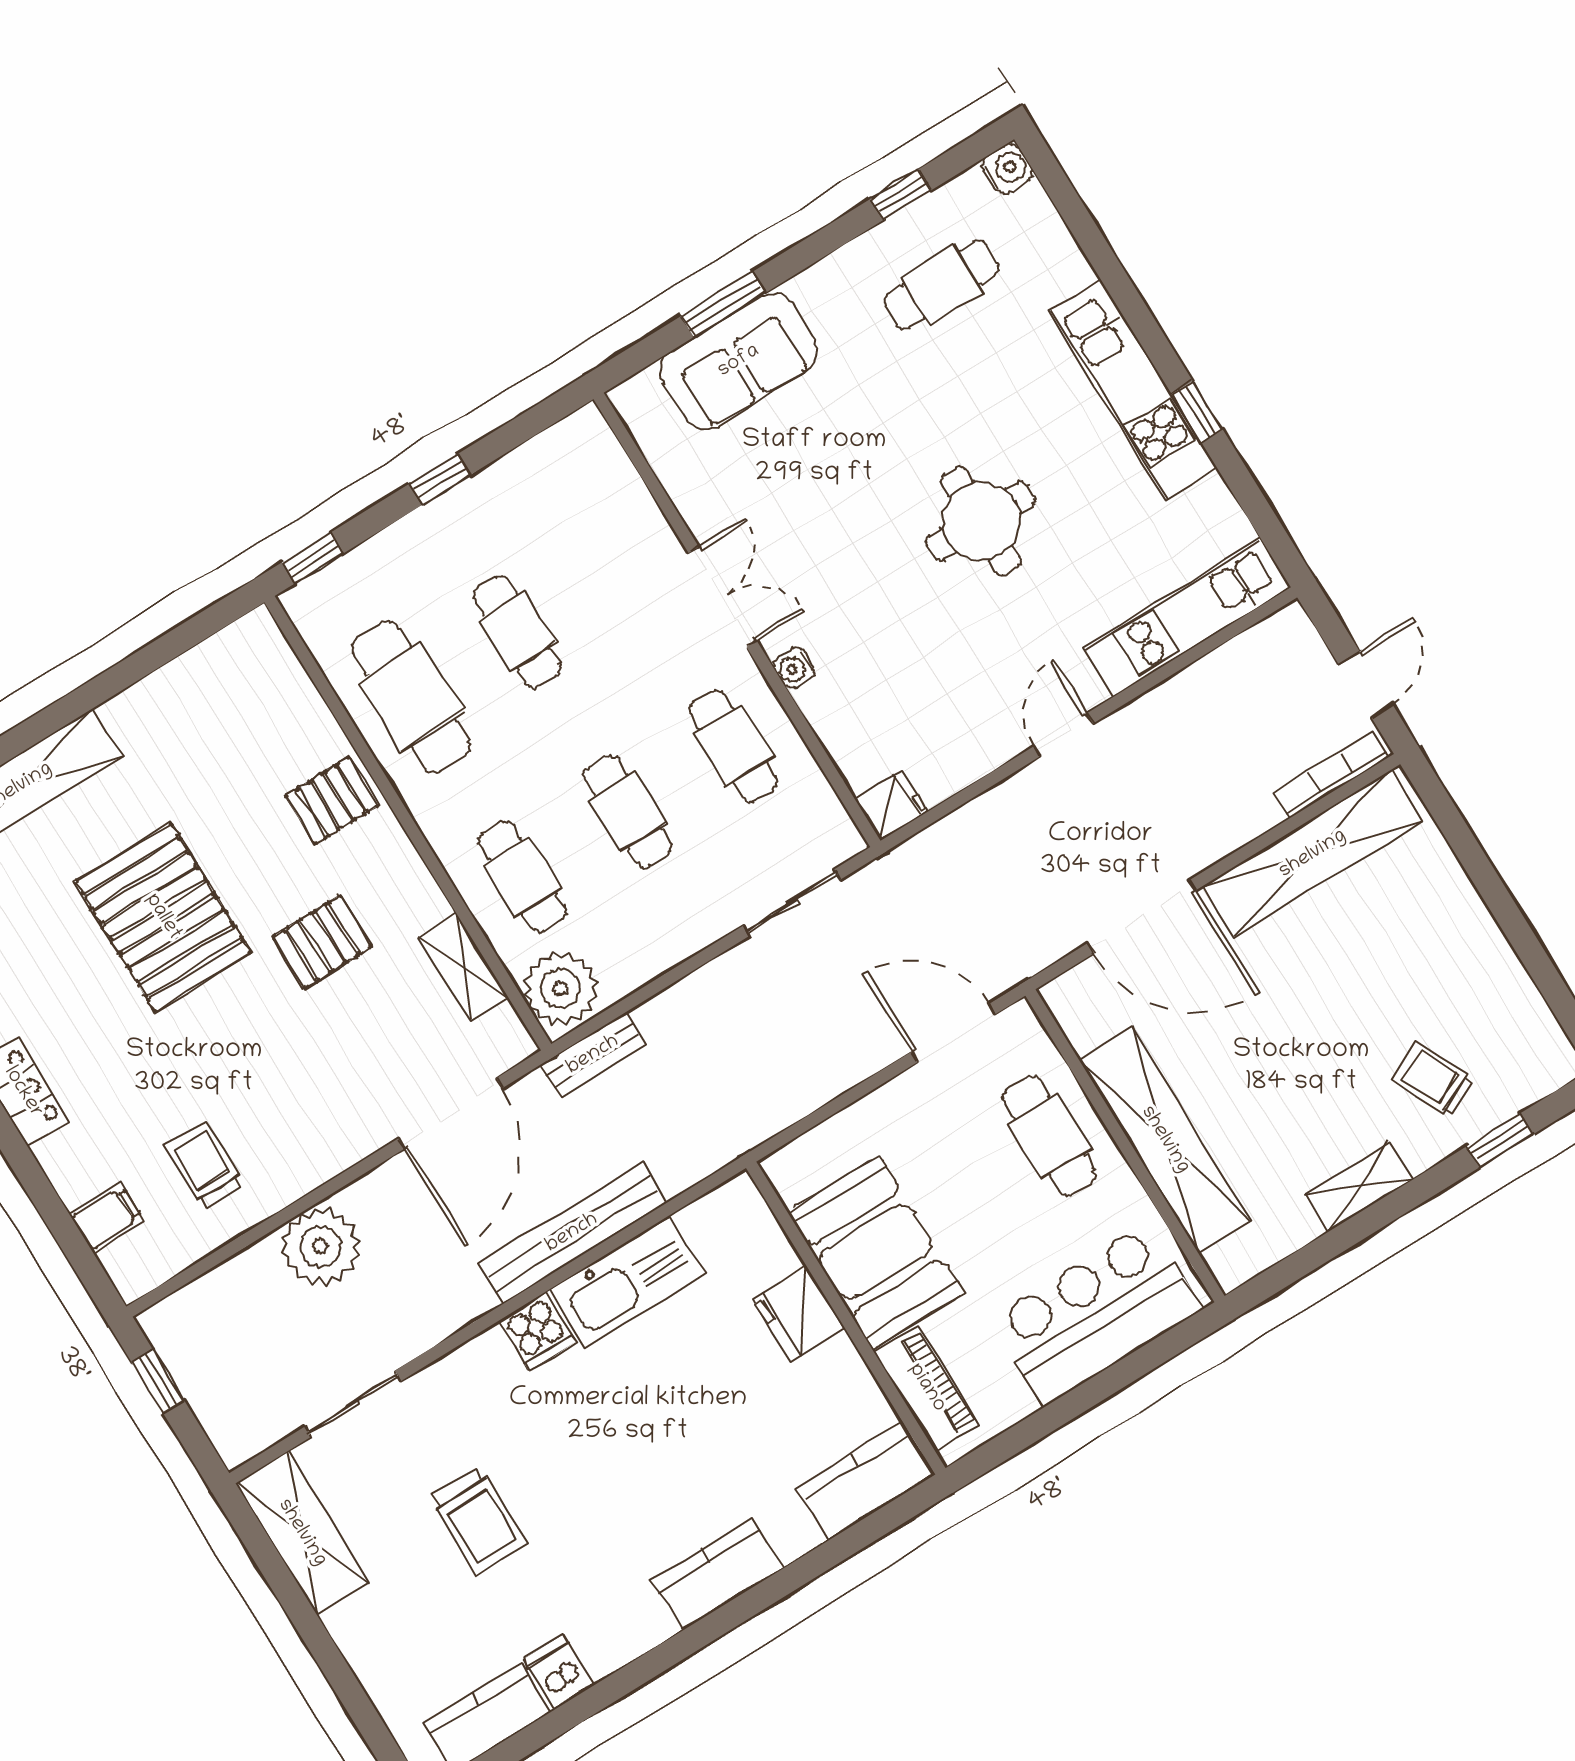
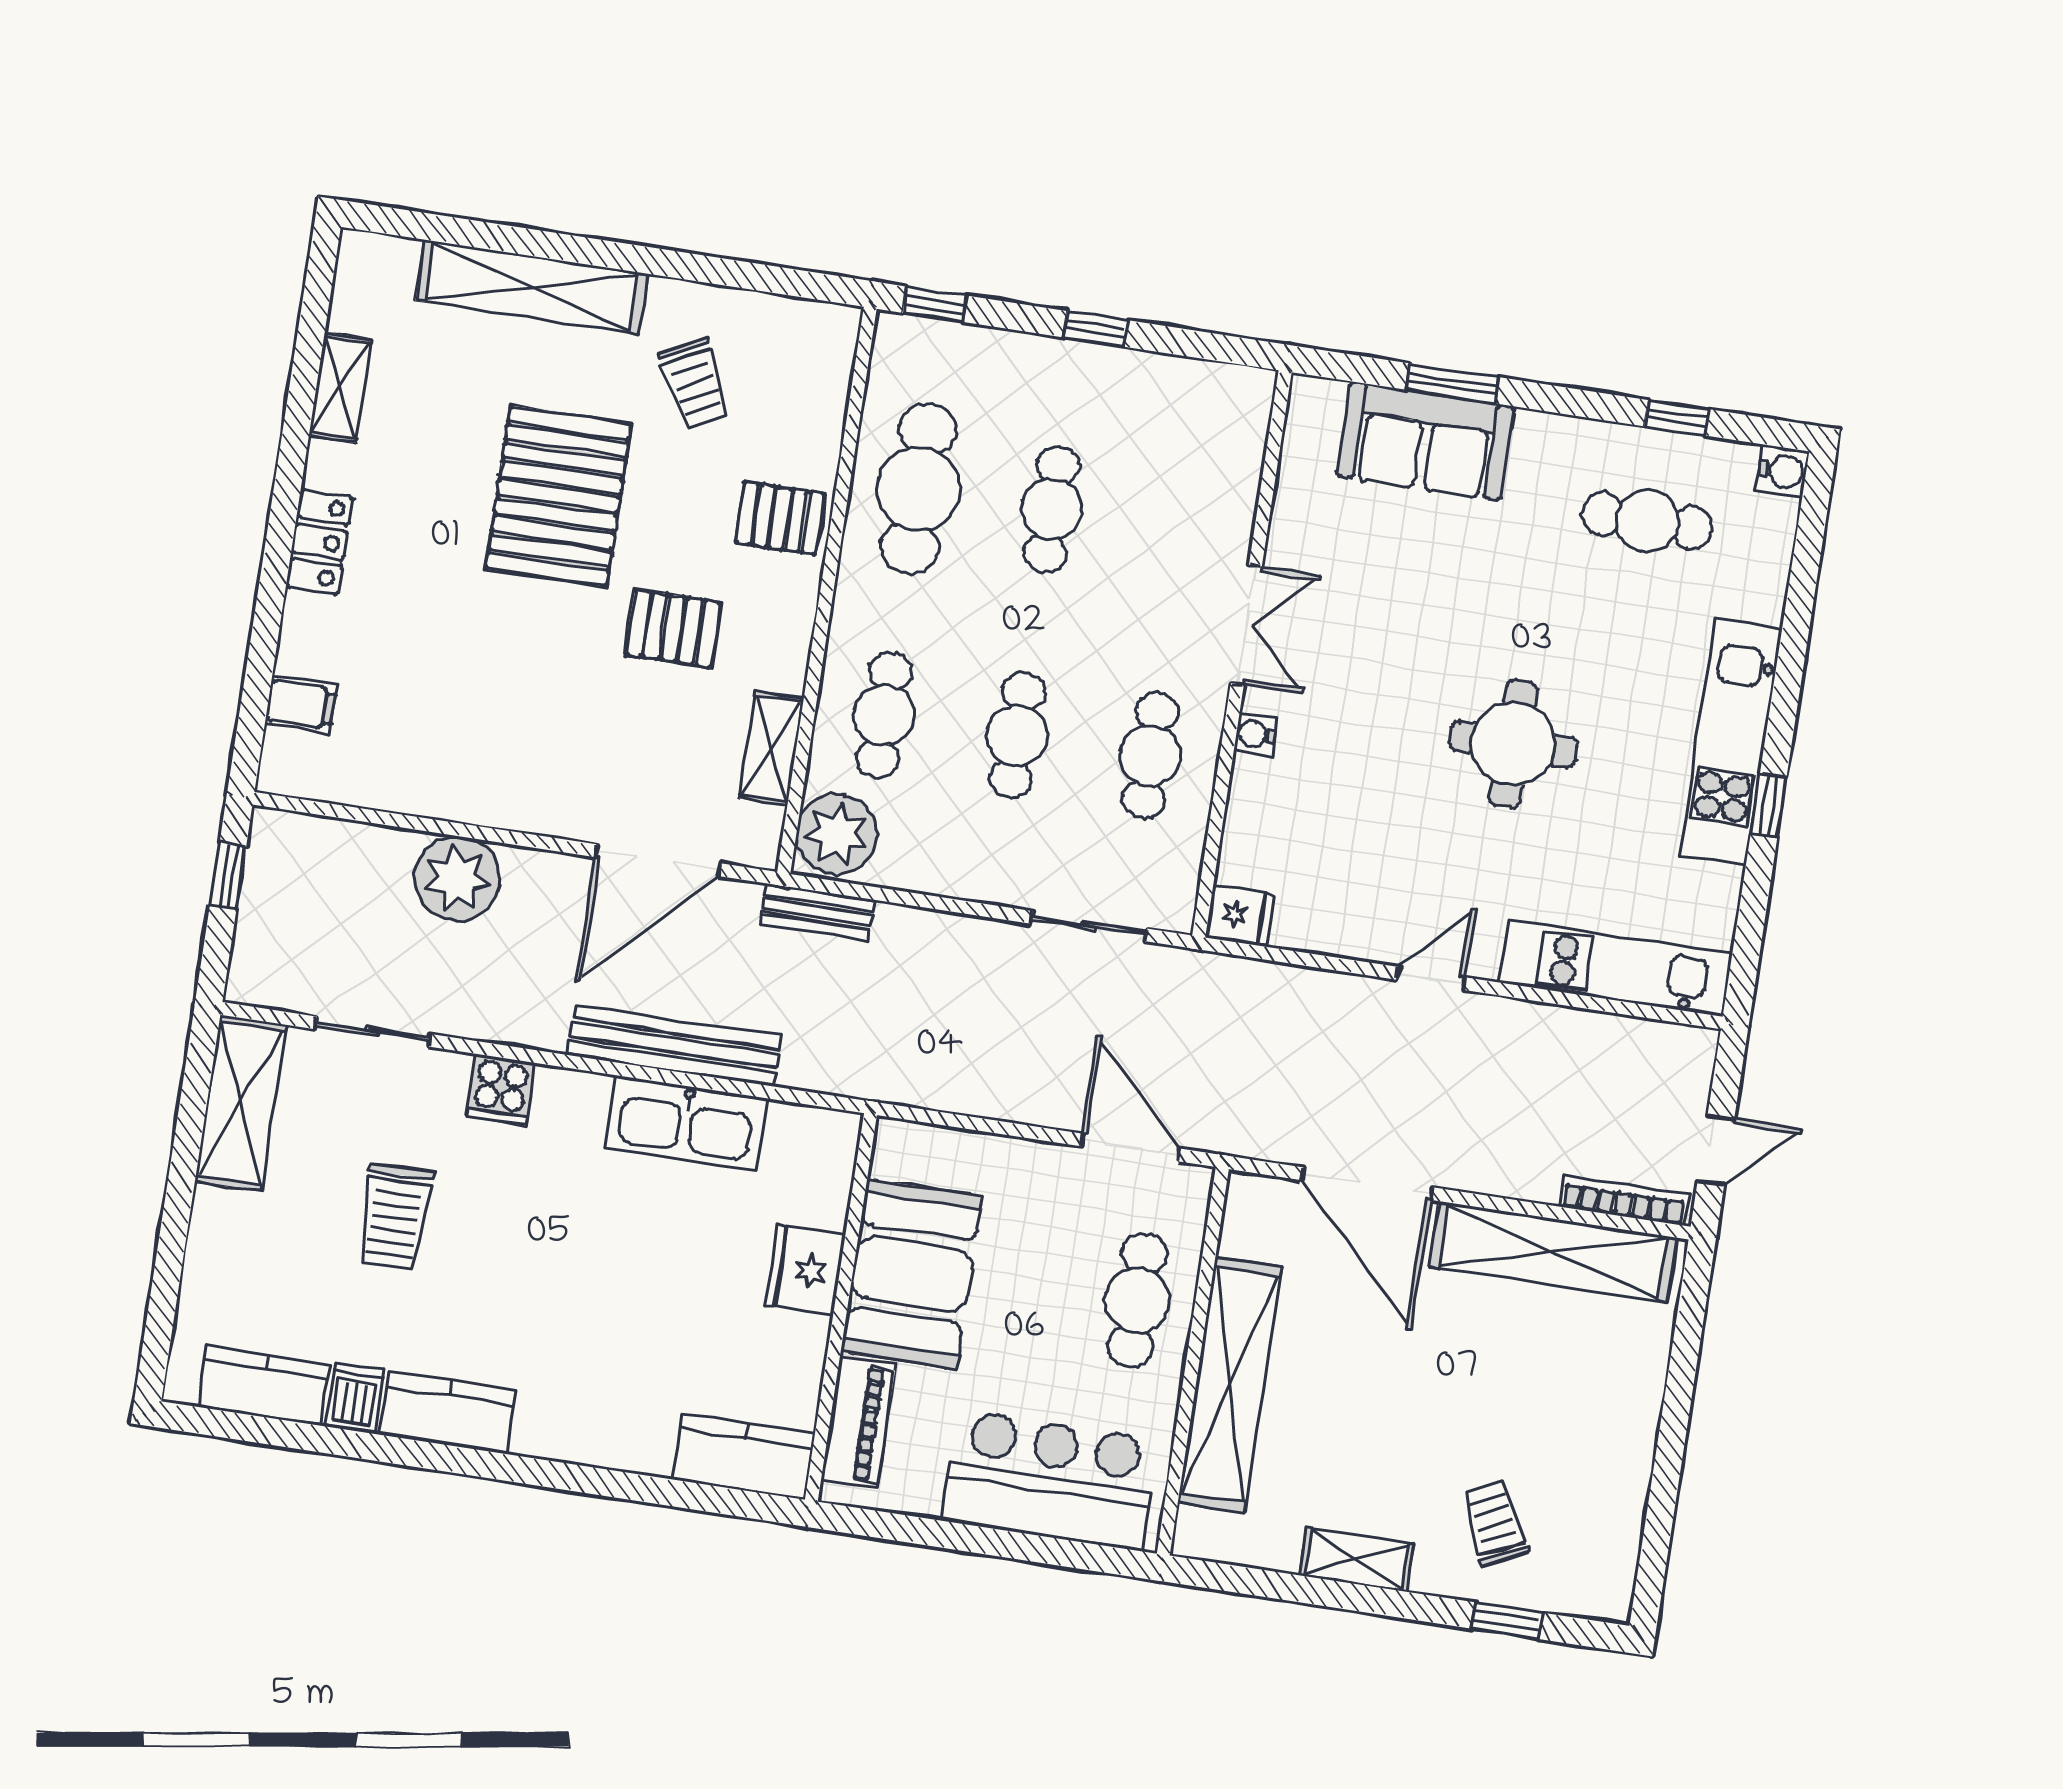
trolley: (204, 1165) -> (695, 384), moved, turned 152
cooker: (537, 1331) -> (501, 1090), moved
kitchen counter: (718, 1574) -> (447, 1413), moved

